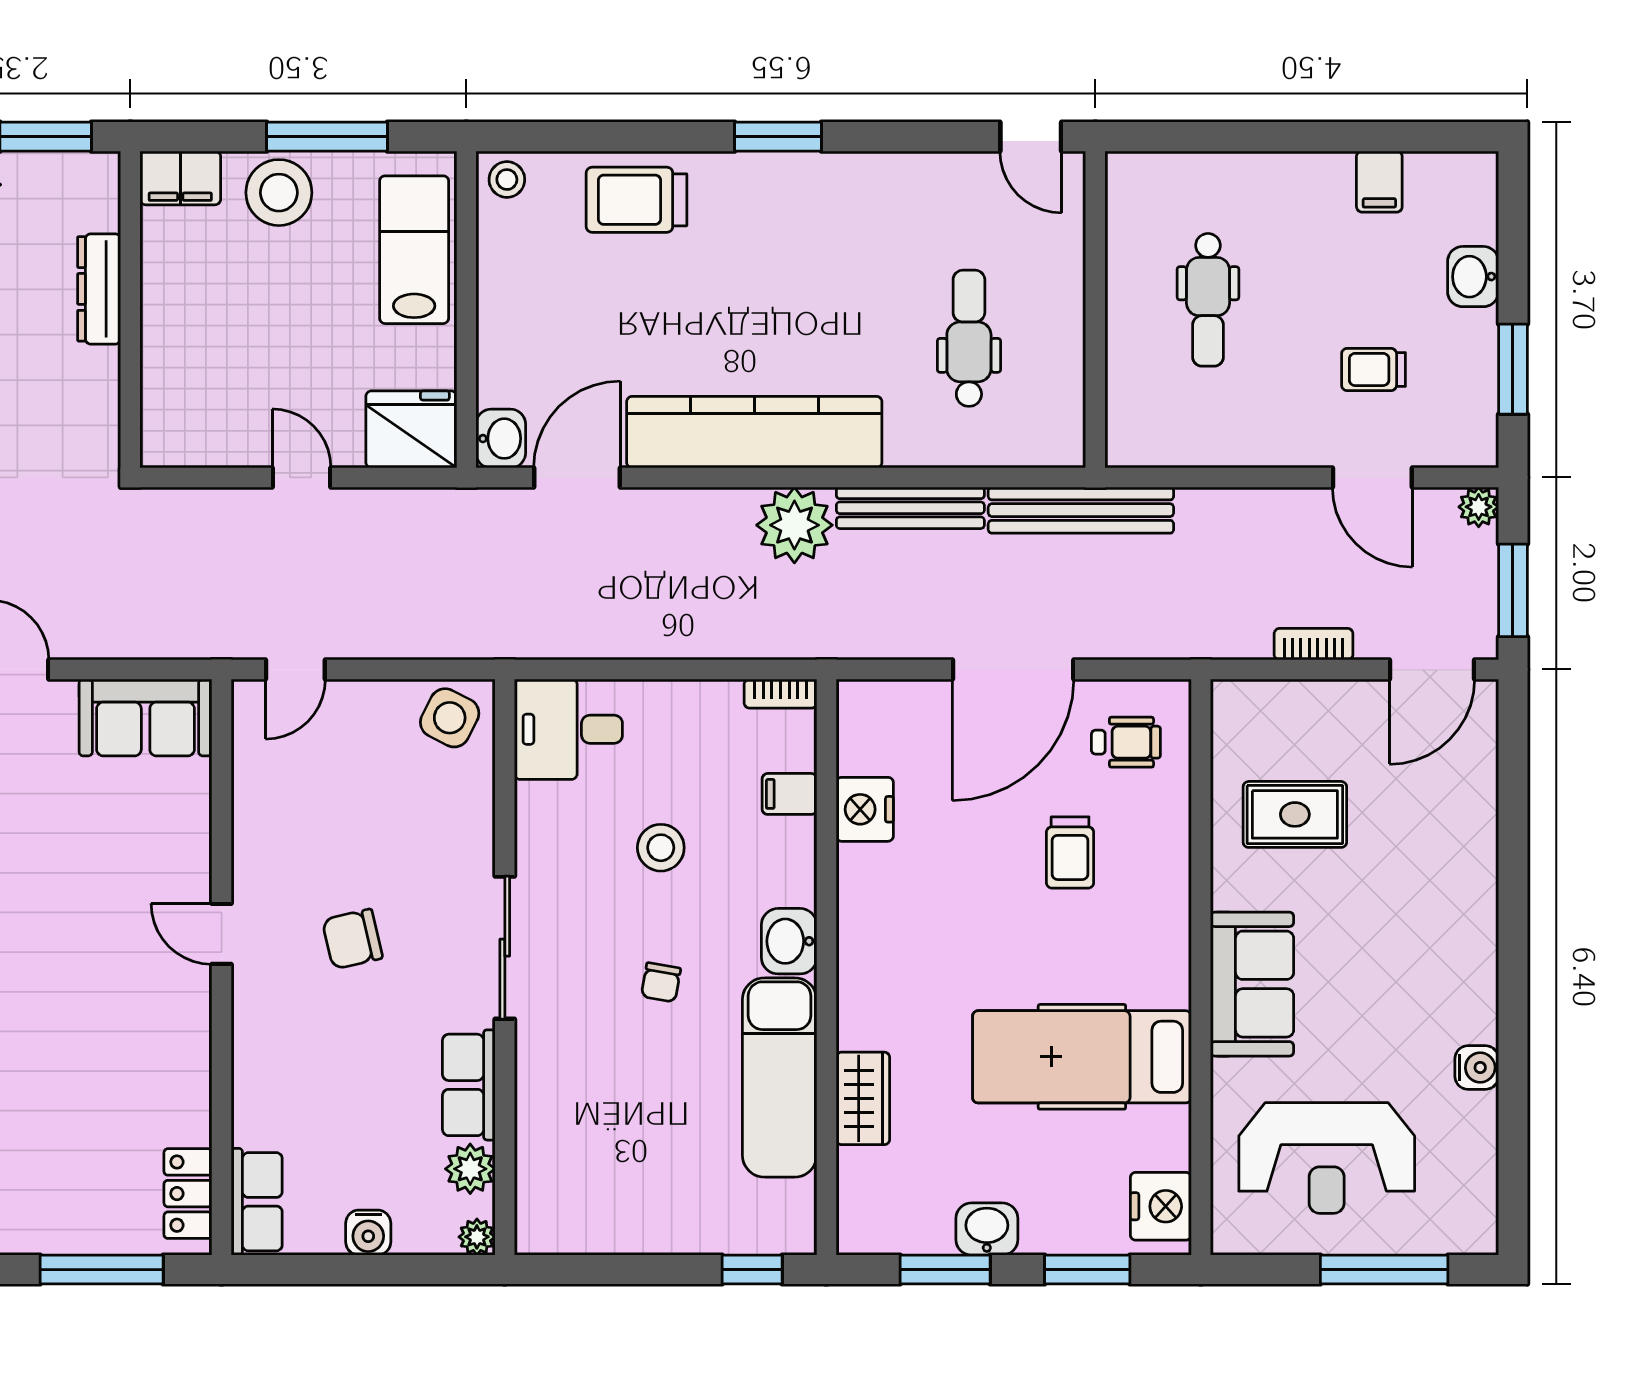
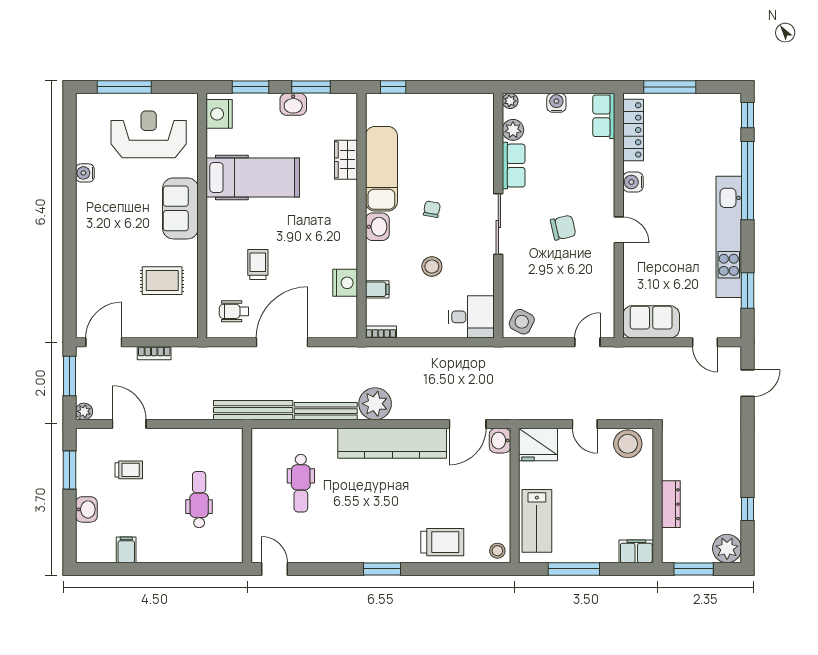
stool: (279, 193) -> (628, 444), moved
water cooler: (188, 1046) -> (633, 182), added
locker: (188, 1194) -> (633, 130), width x1.53

